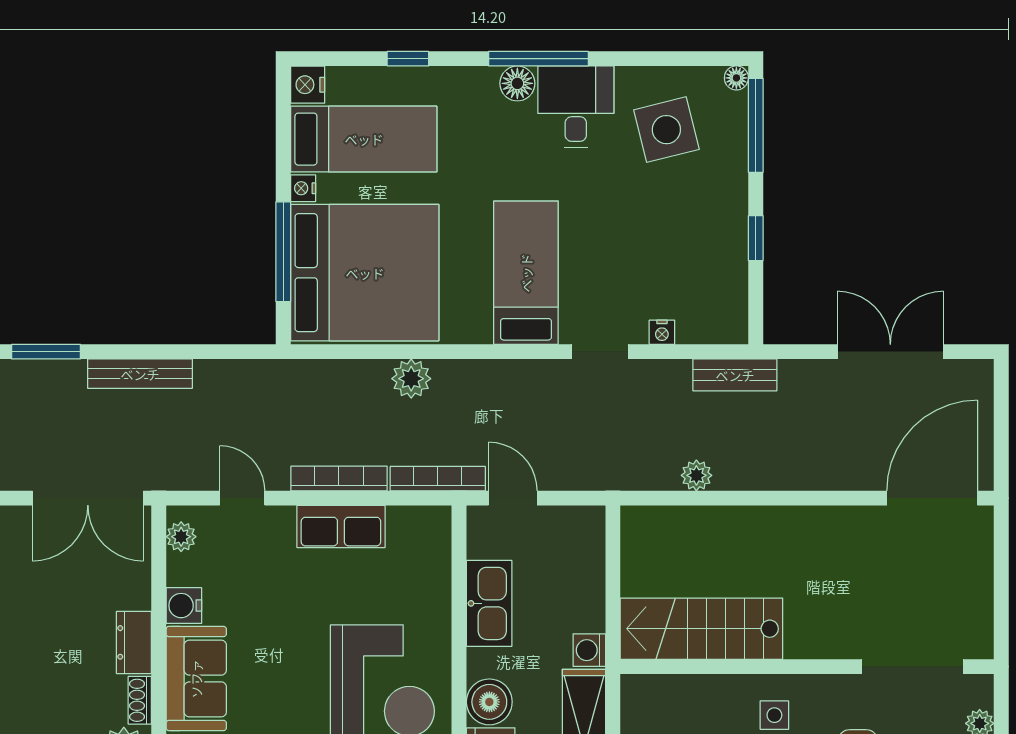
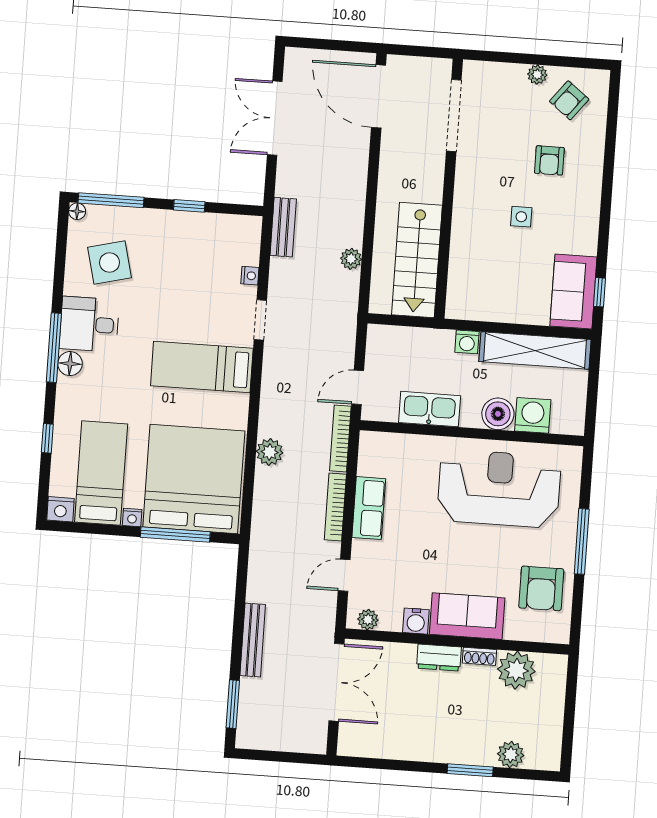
stairs: (701, 629) -> (417, 260), moved
wall: (807, 667) -> (449, 189), moved
doorway: (913, 667) -> (454, 115), moved

